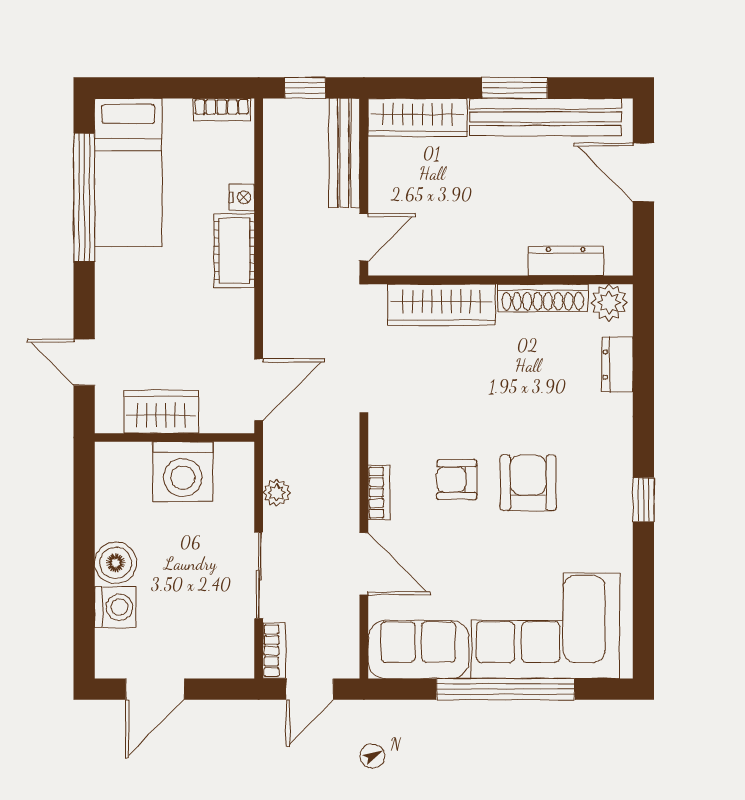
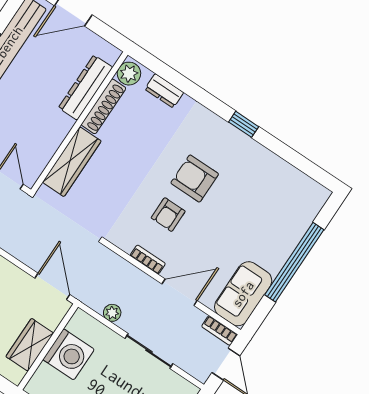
dresser: (566, 261) -> (86, 88), width x1.37, depth x1.24
corner sofa: (546, 626) -> (275, 219), removed
bookcase: (274, 651) -> (219, 331), moved, turned 180

